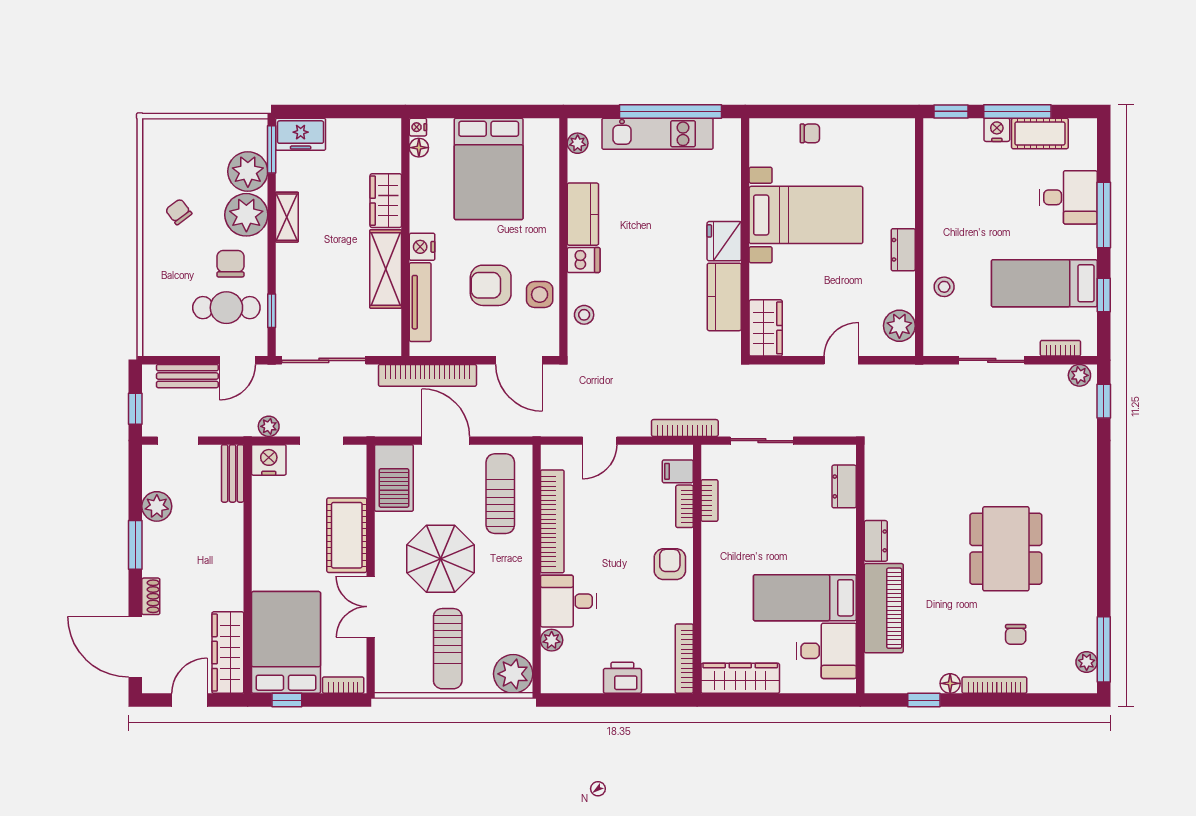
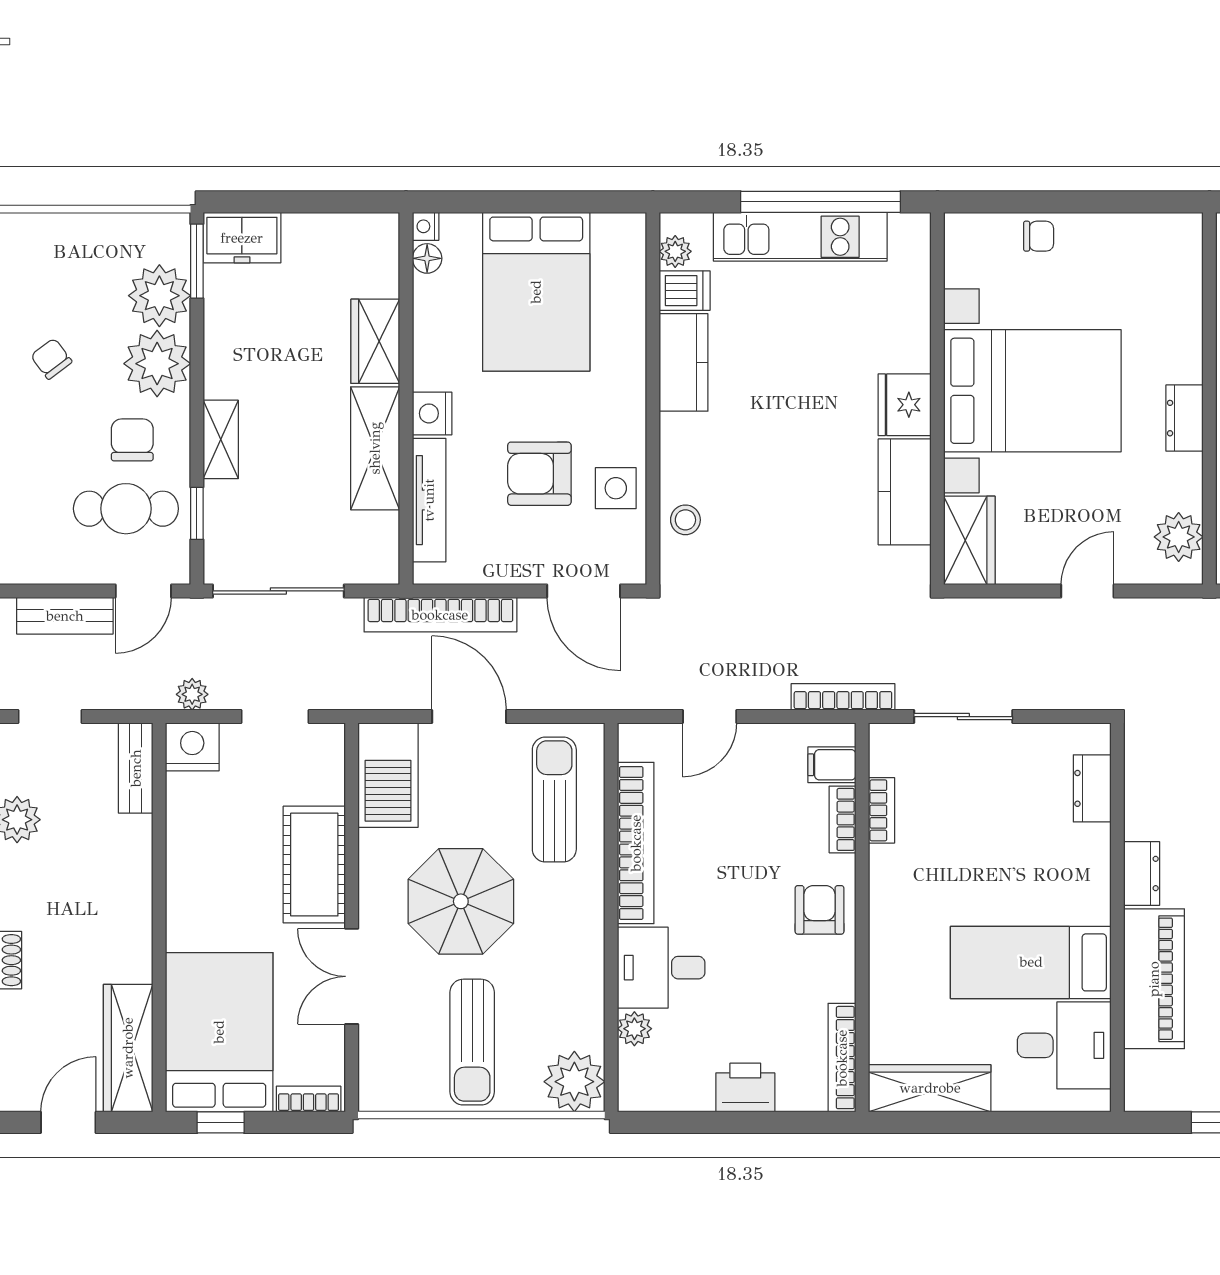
bed with nightstands: (806, 215) -> (1032, 391), width x1.36
shelving: (287, 217) -> (221, 439), moved
dishwasher: (584, 260) -> (685, 291), moved

